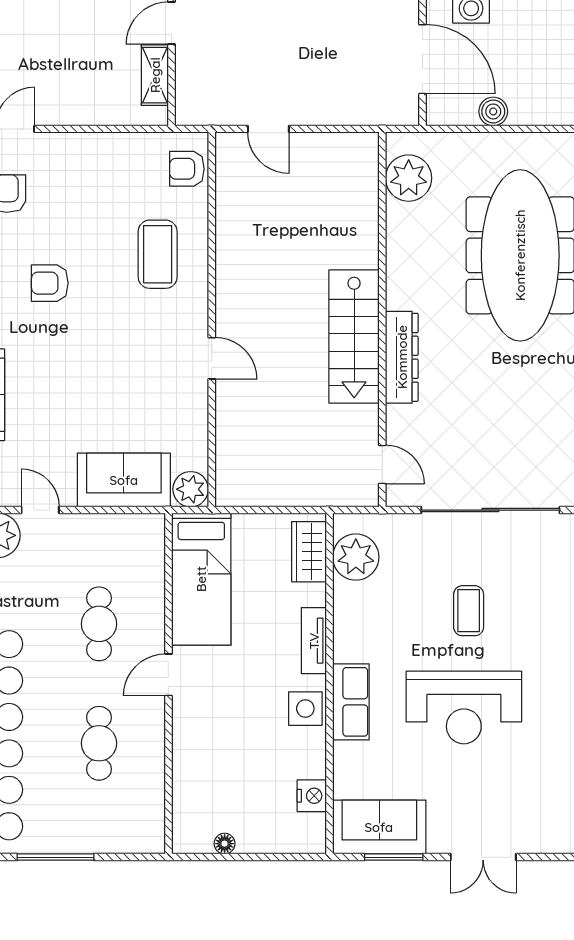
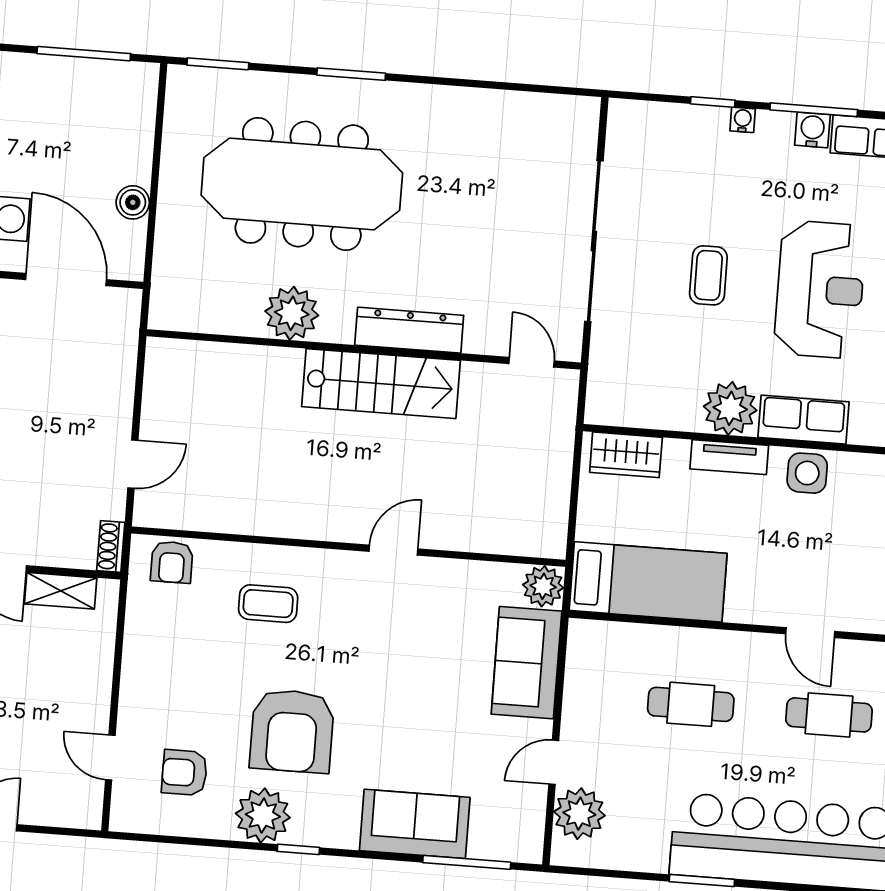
door: (423, 59) -> (66, 280), hinge flipped
shoe rack: (196, 115) -> (111, 547), added
plant: (409, 178) -> (292, 313), moved
coffee table: (158, 254) -> (268, 604), width x0.73, depth x0.77
armchair: (50, 283) -> (292, 731), width x1.88, depth x1.88
door: (382, 464) -> (532, 362), hinge flipped
plant: (356, 557) -> (730, 408), moved
coffee table: (469, 611) -> (708, 275), turned 90
door: (168, 675) -> (810, 633), moved

